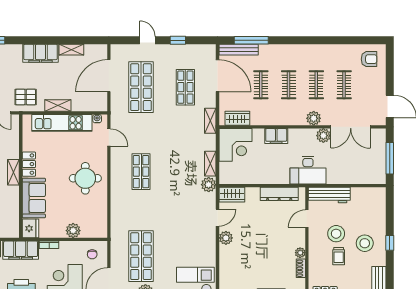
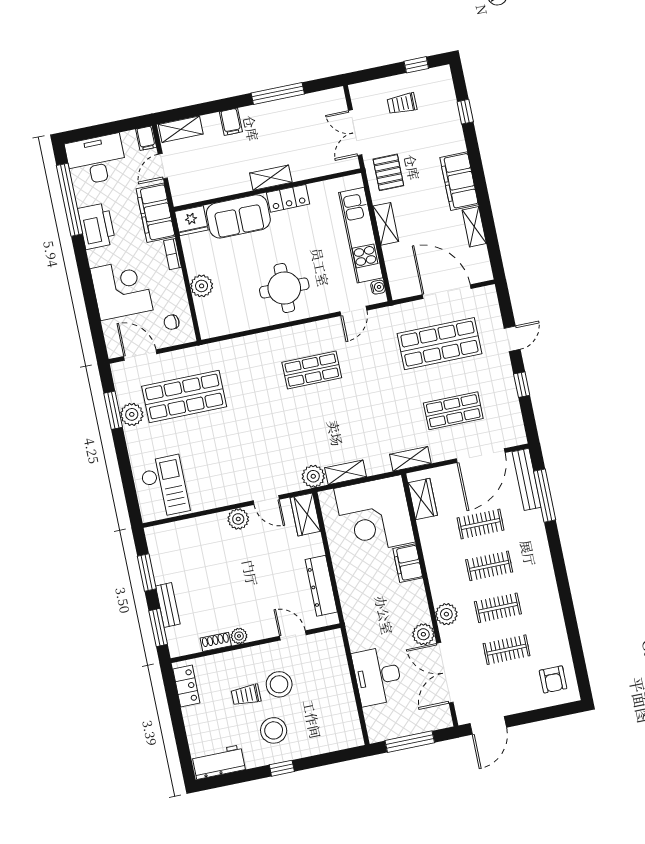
corner desk: (236, 145) -> (375, 515), width x1.36, depth x1.36
desk: (308, 170) -> (378, 676), moved
workbench: (329, 195) -> (335, 662), removed

